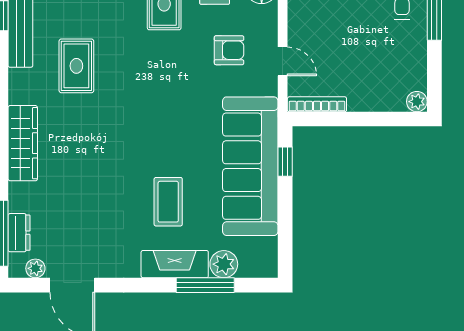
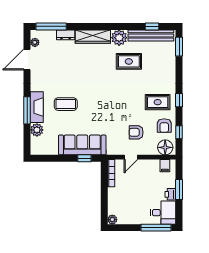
armchair: (229, 50) -> (136, 132), turned 90
plant: (25, 87) -> (119, 38), added
sofa: (250, 166) -> (82, 145), width x0.74, depth x0.79
dresser: (19, 233) -> (66, 35), moved
window: (205, 285) -> (27, 110), moved

